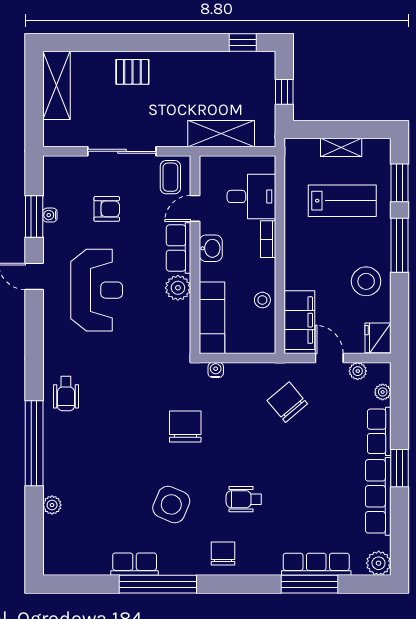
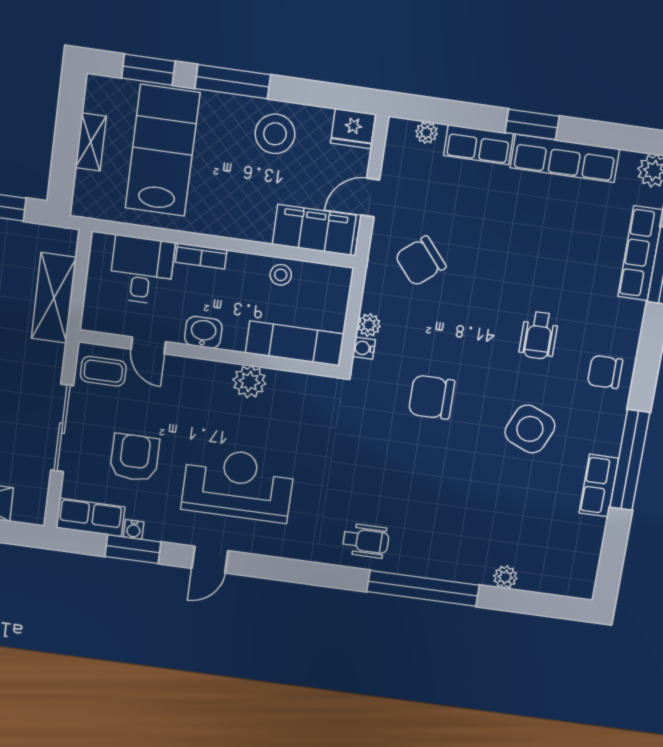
lab bench: (342, 201) -> (163, 150), width x1.36, depth x1.39
armchair: (107, 209) -> (135, 458), width x1.38, depth x1.38
row of seats: (179, 248) -> (90, 517), moved, turned 180
plant: (358, 371) -> (369, 325), moved

